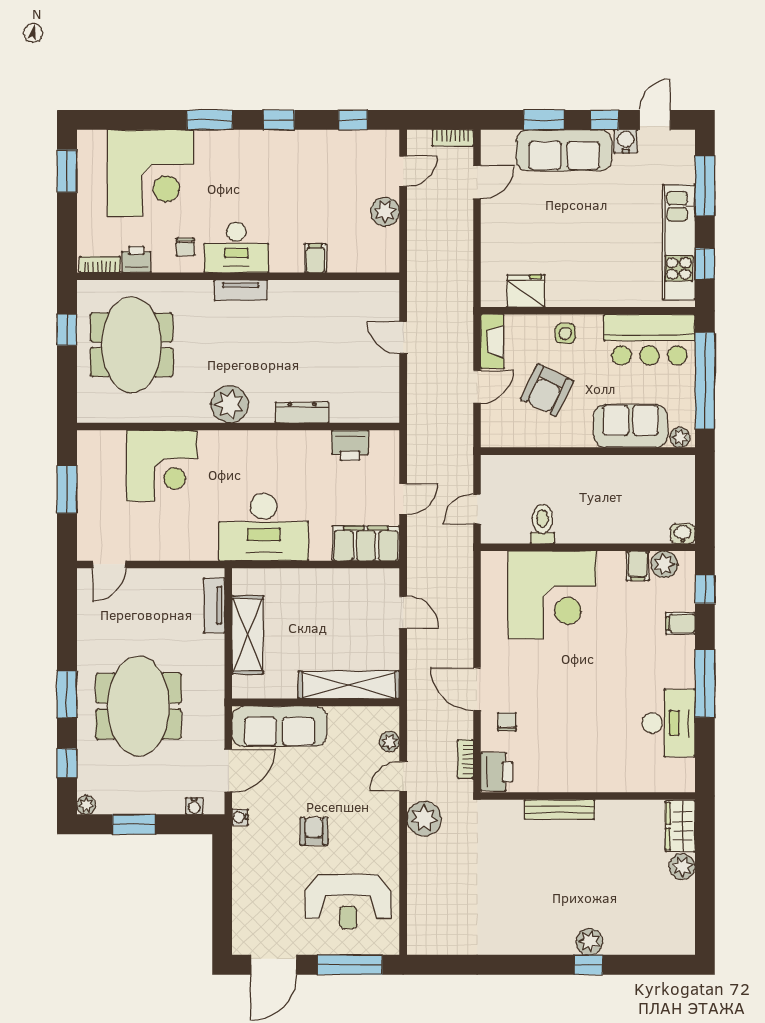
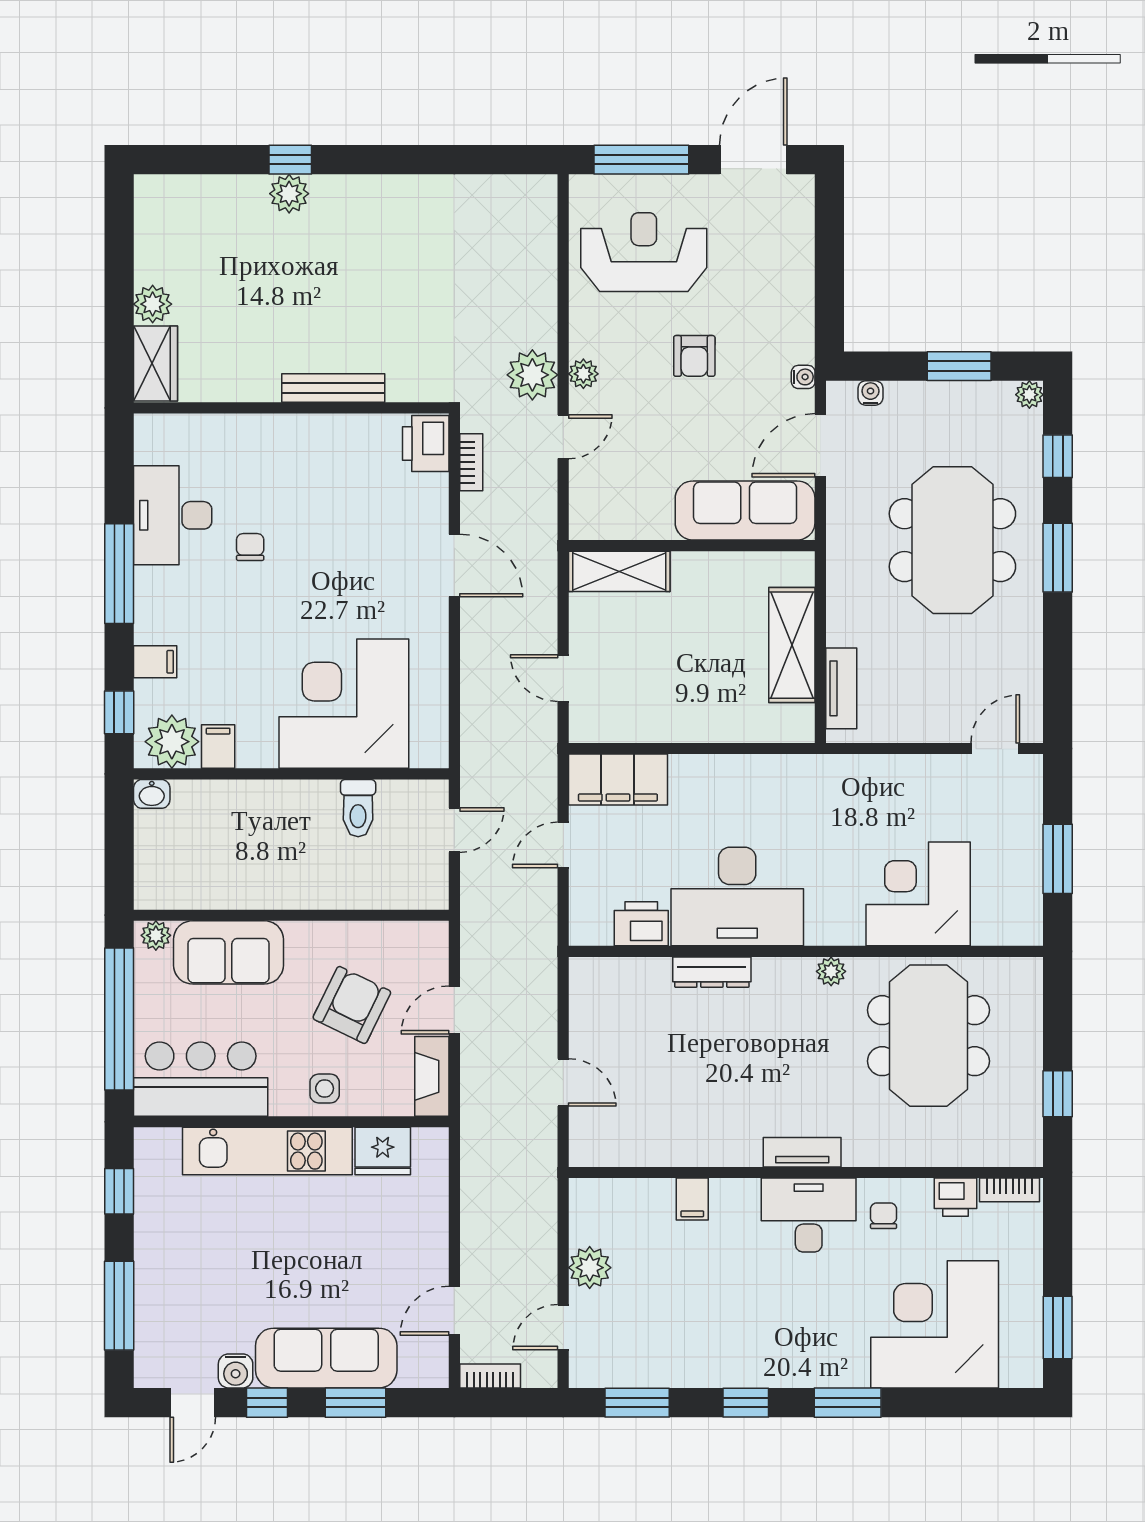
window: (353, 120) -> (637, 1403), width x1.50
kitchen unit: (679, 242) -> (267, 1151), moved, turned 90
meeting table: (132, 345) -> (928, 1036), moved
plant: (230, 404) -> (831, 971), width x0.53, depth x0.53
desk: (264, 527) -> (737, 897), moved, turned 180
plant: (664, 564) -> (172, 742), width x1.36, depth x1.36
shelving: (349, 685) -> (619, 571), width x0.68
chair: (507, 722) -> (250, 547), moved, turned 180
plant: (389, 742) -> (583, 374), moved

